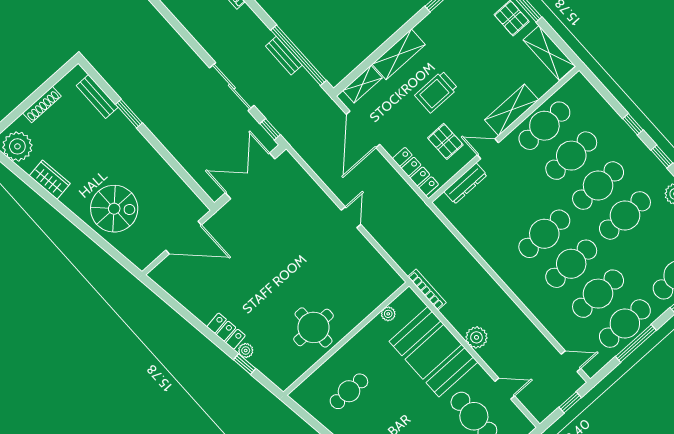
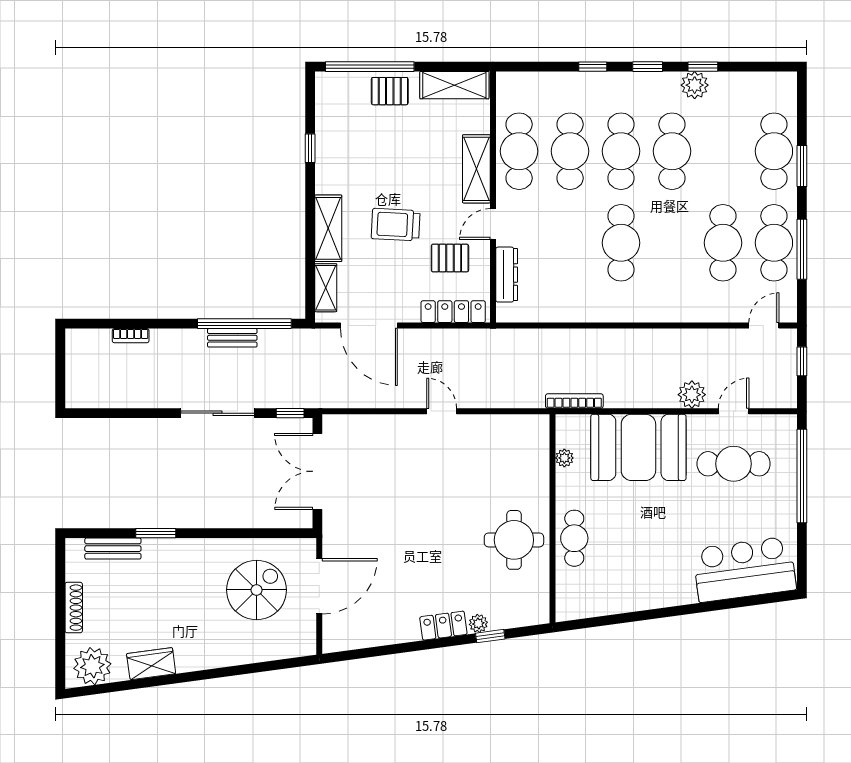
trolley: (436, 92) -> (396, 225), turned 93
spiral stairs: (114, 209) -> (257, 590), moved
cafe table: (571, 264) -> (672, 243), removed
plant: (476, 337) -> (692, 395), moved
cafe table: (349, 391) -> (574, 538), moved

